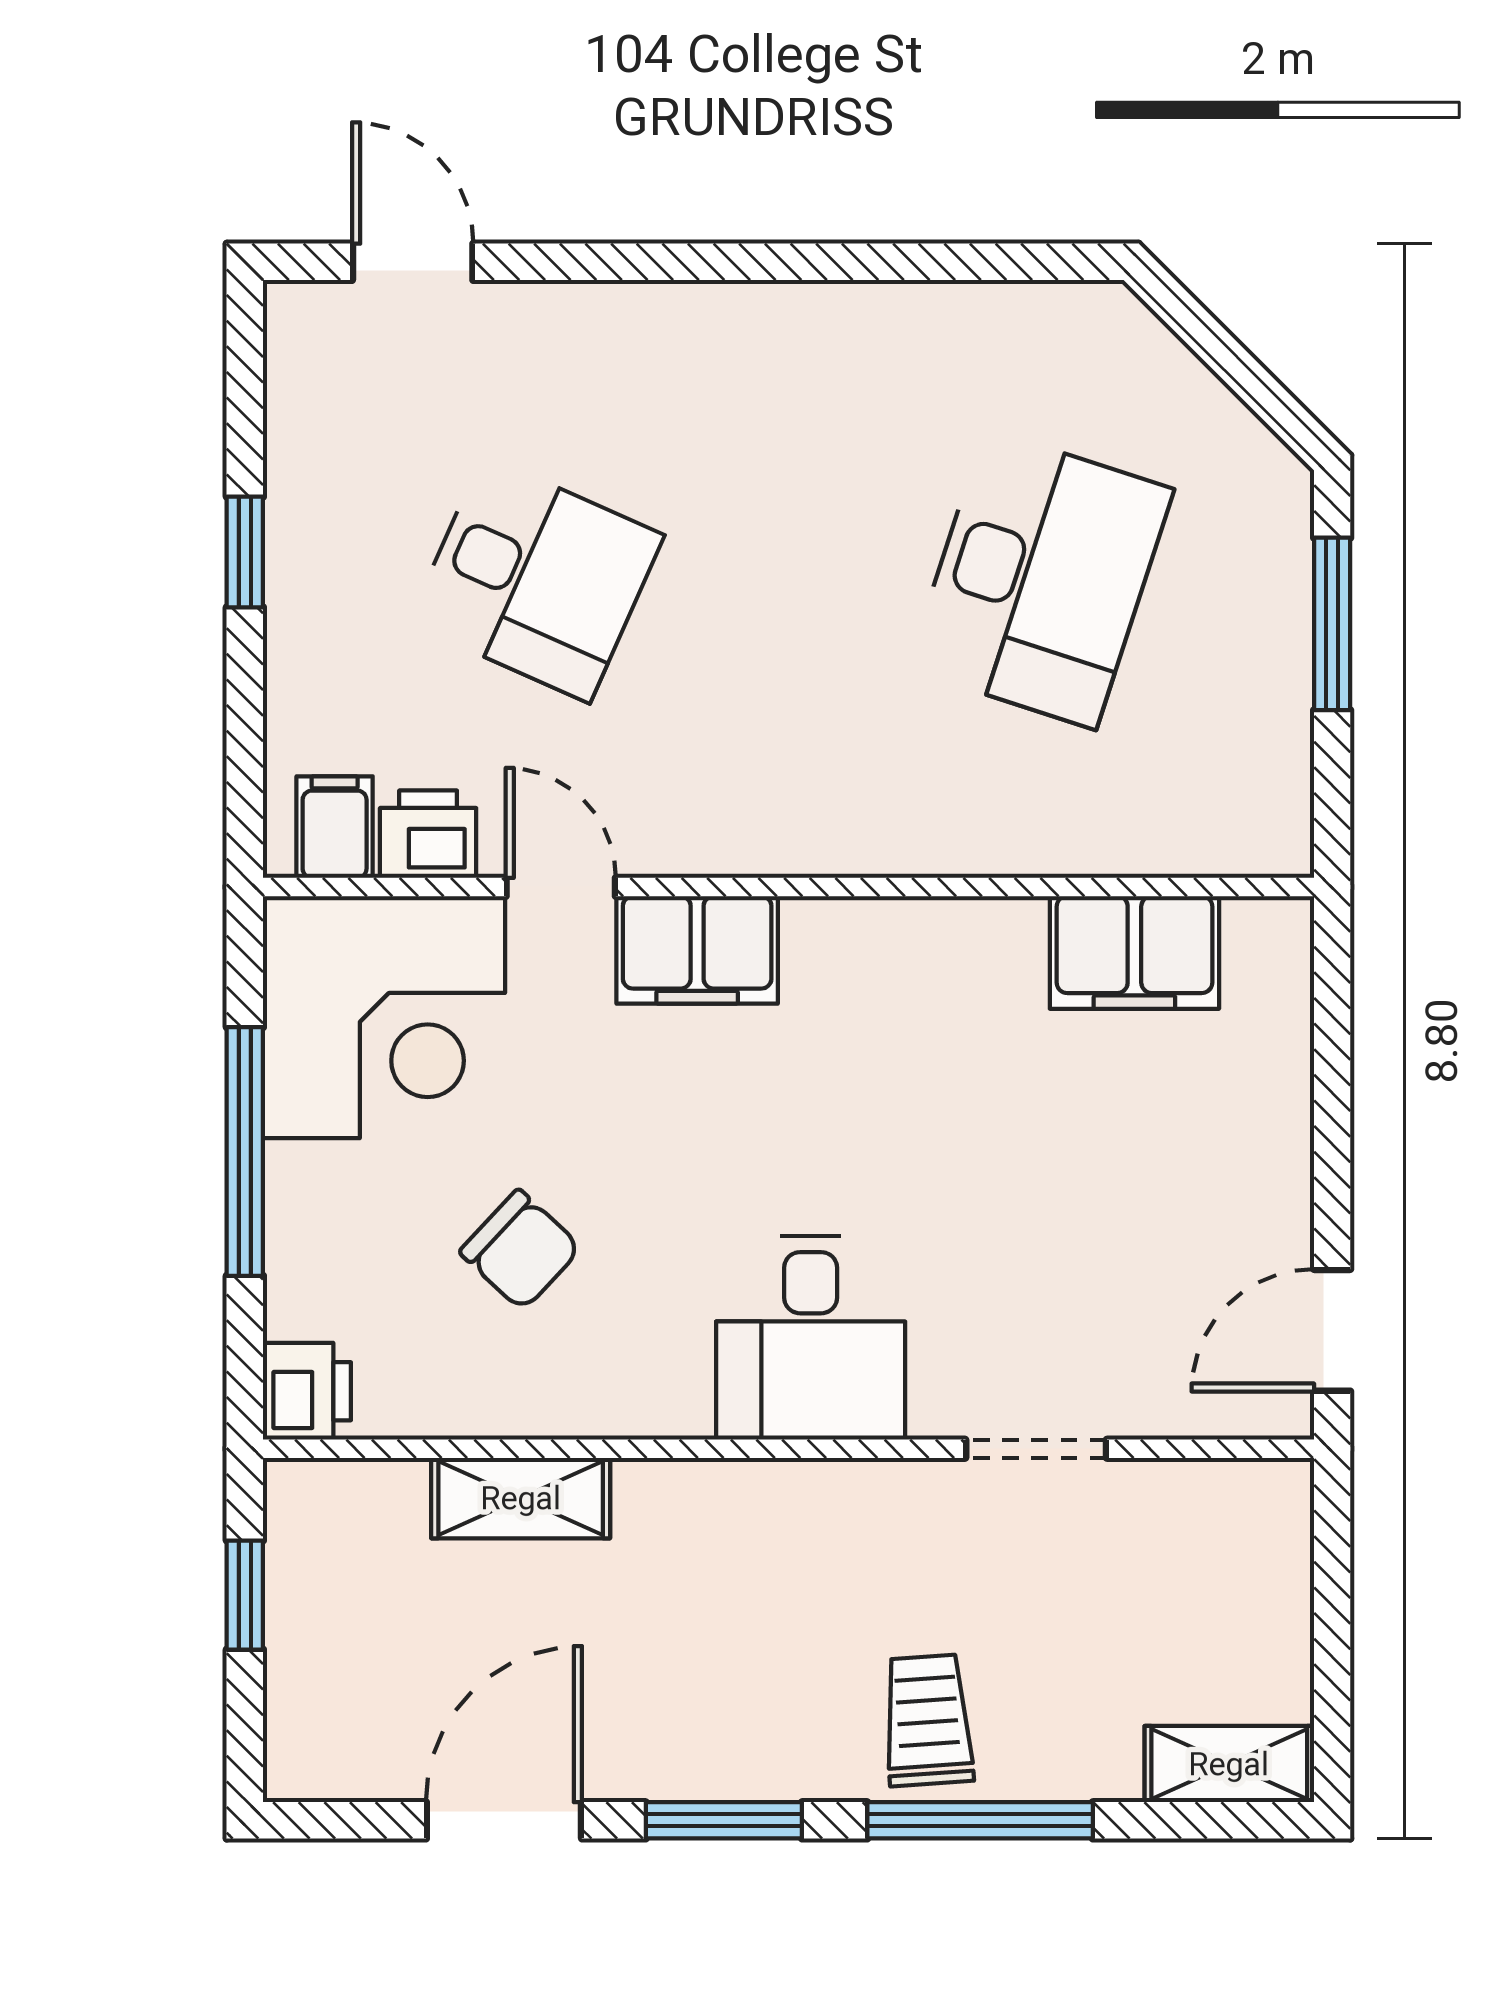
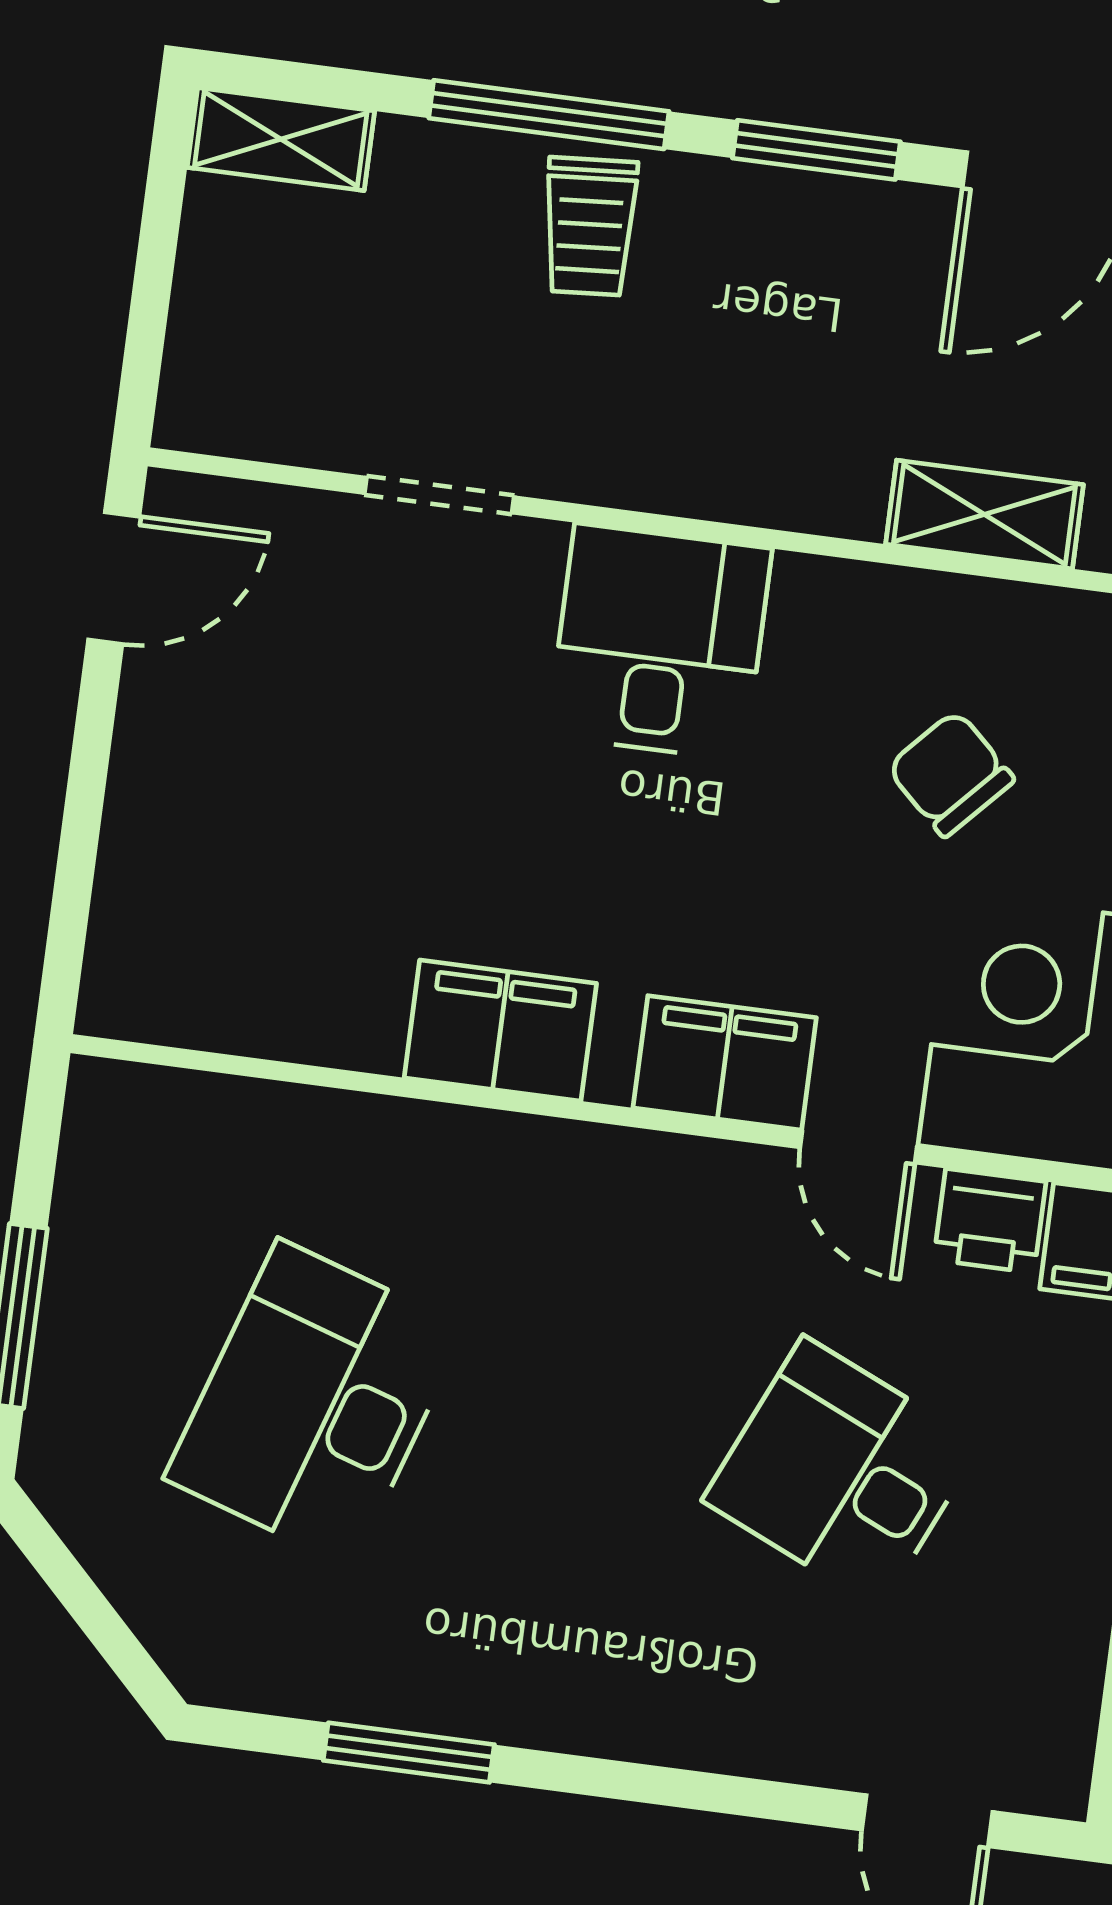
window: (909, 262) -> (409, 1753), added
filing cabinet: (1134, 952) -> (500, 1031), moved

